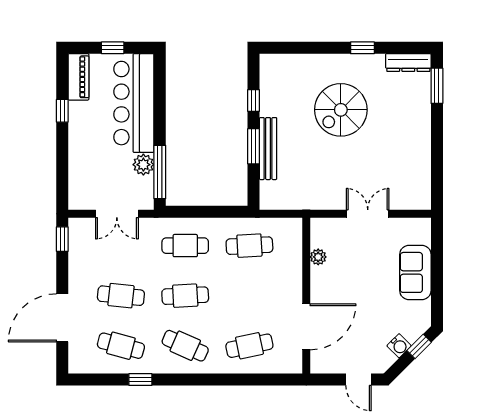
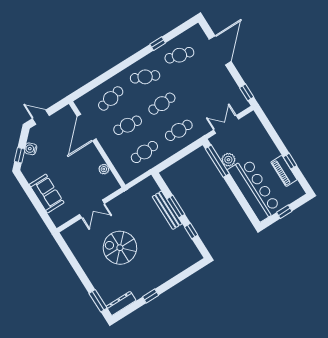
piano: (78, 77) -> (284, 171), moved
spiral stairs: (341, 110) -> (120, 248), moved, turned -90
cafe table: (121, 296) -> (128, 125), moved

